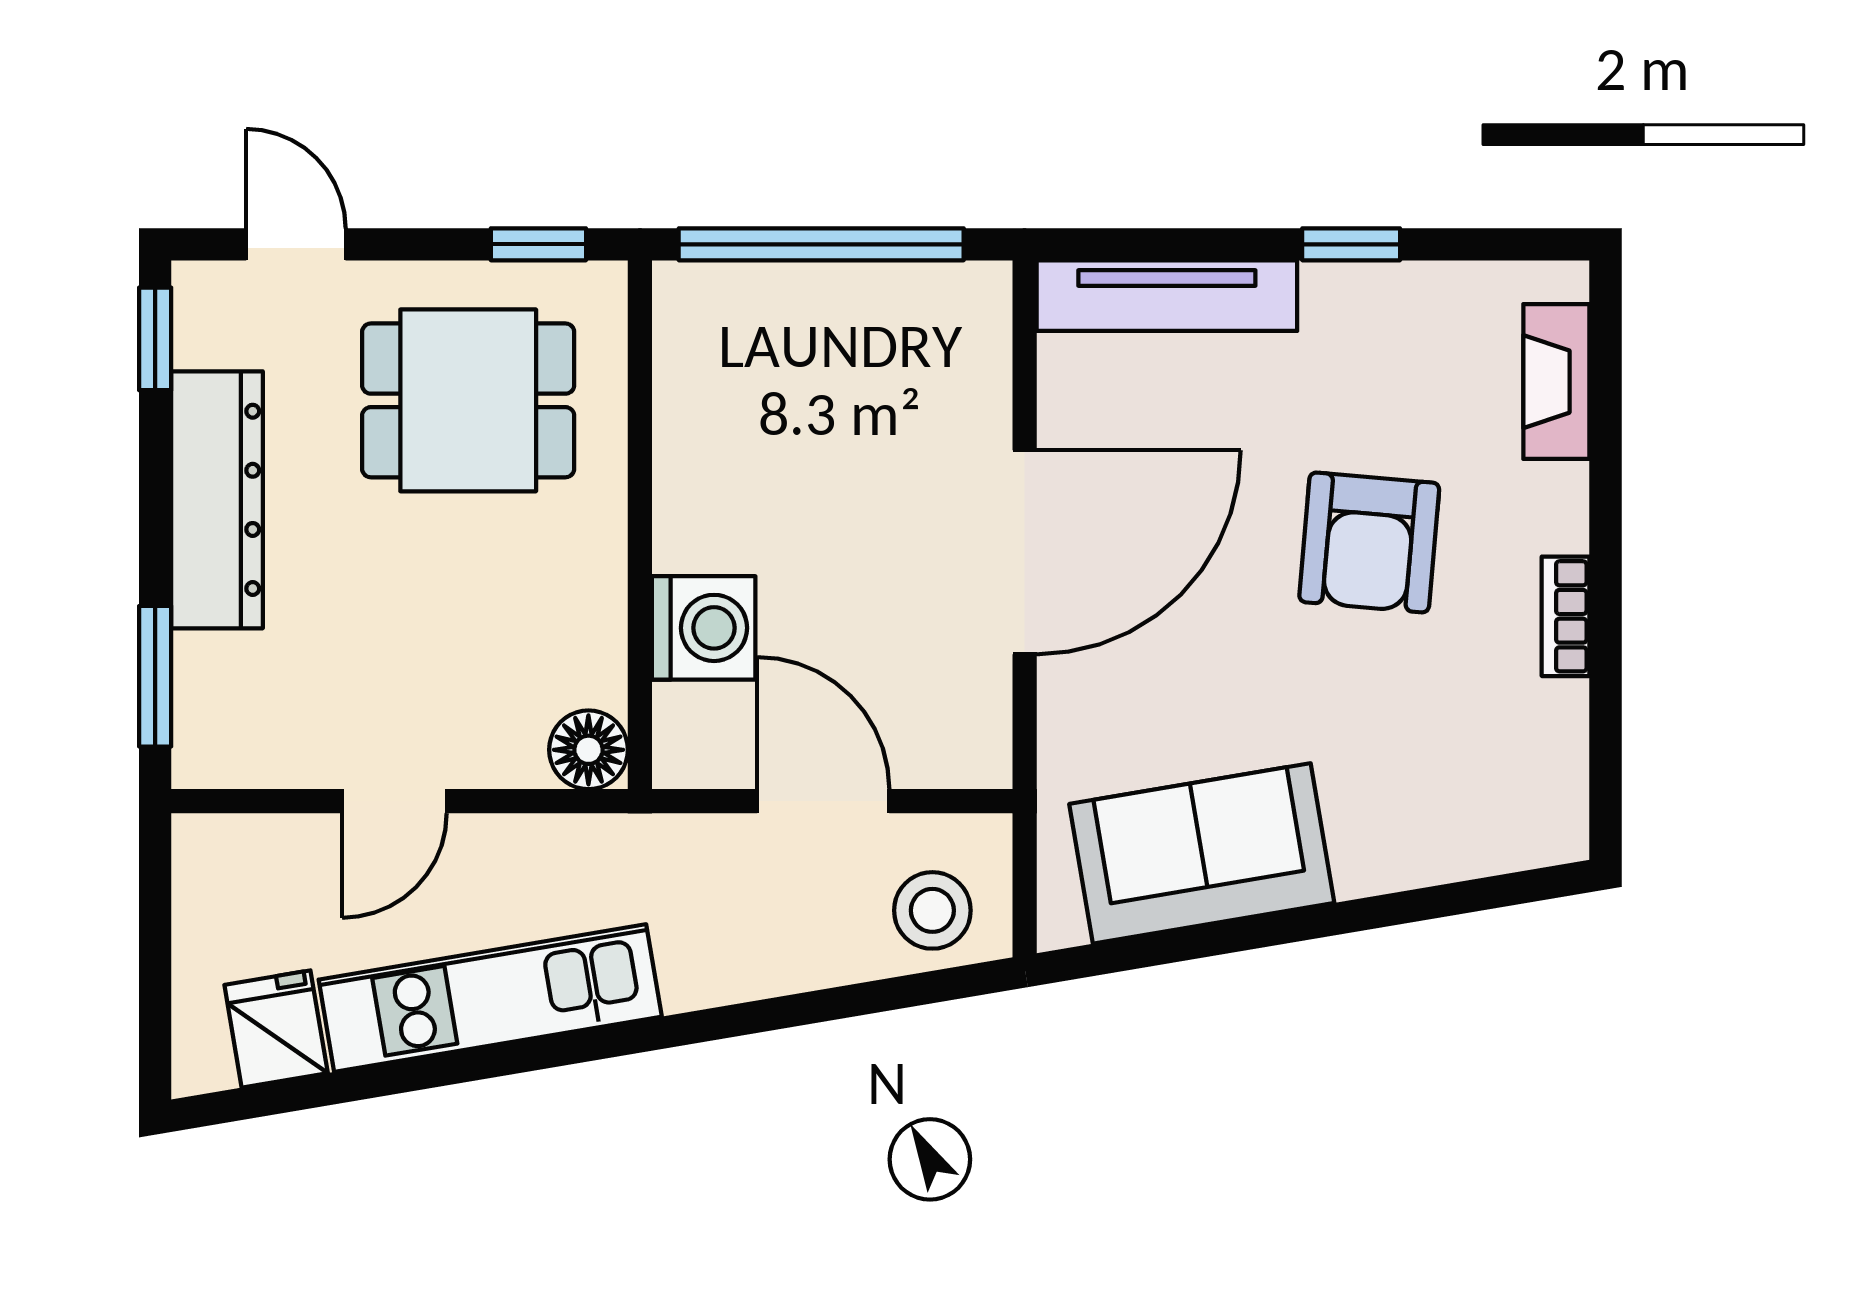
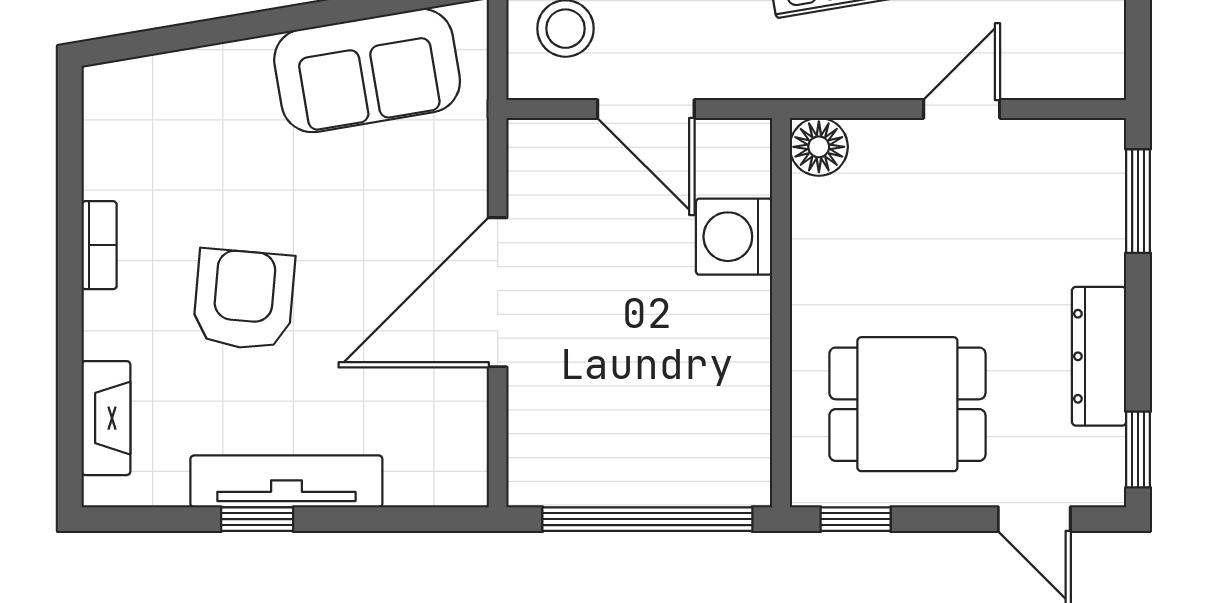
tv unit: (1167, 296) -> (286, 481), moved
dresser: (217, 500) -> (1099, 356), width x0.73, depth x0.80

